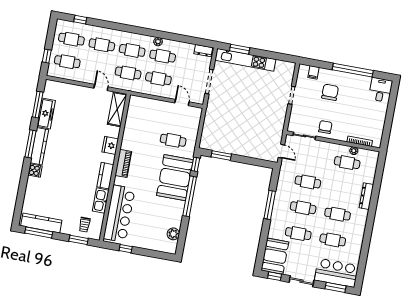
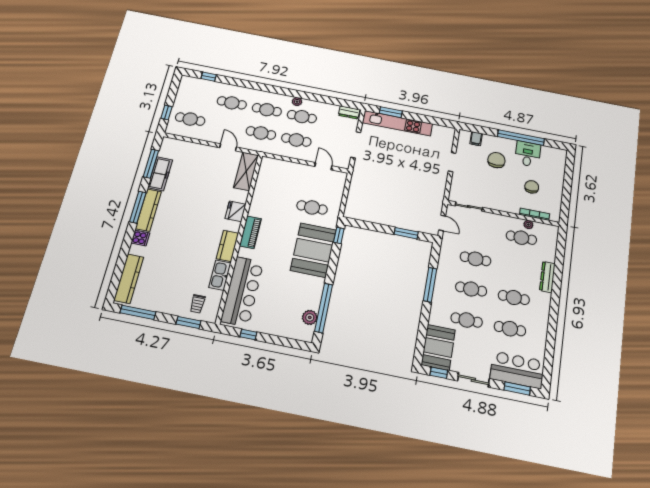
cafe table: (71, 39) -> (197, 96), removed
desk: (381, 90) -> (528, 154), moved
chair: (325, 127) -> (532, 187), moved
window: (221, 155) -> (406, 233), moved
window: (190, 196) -> (324, 308), moved
kitchen counter: (41, 223) -> (129, 279), moved, turned 90

